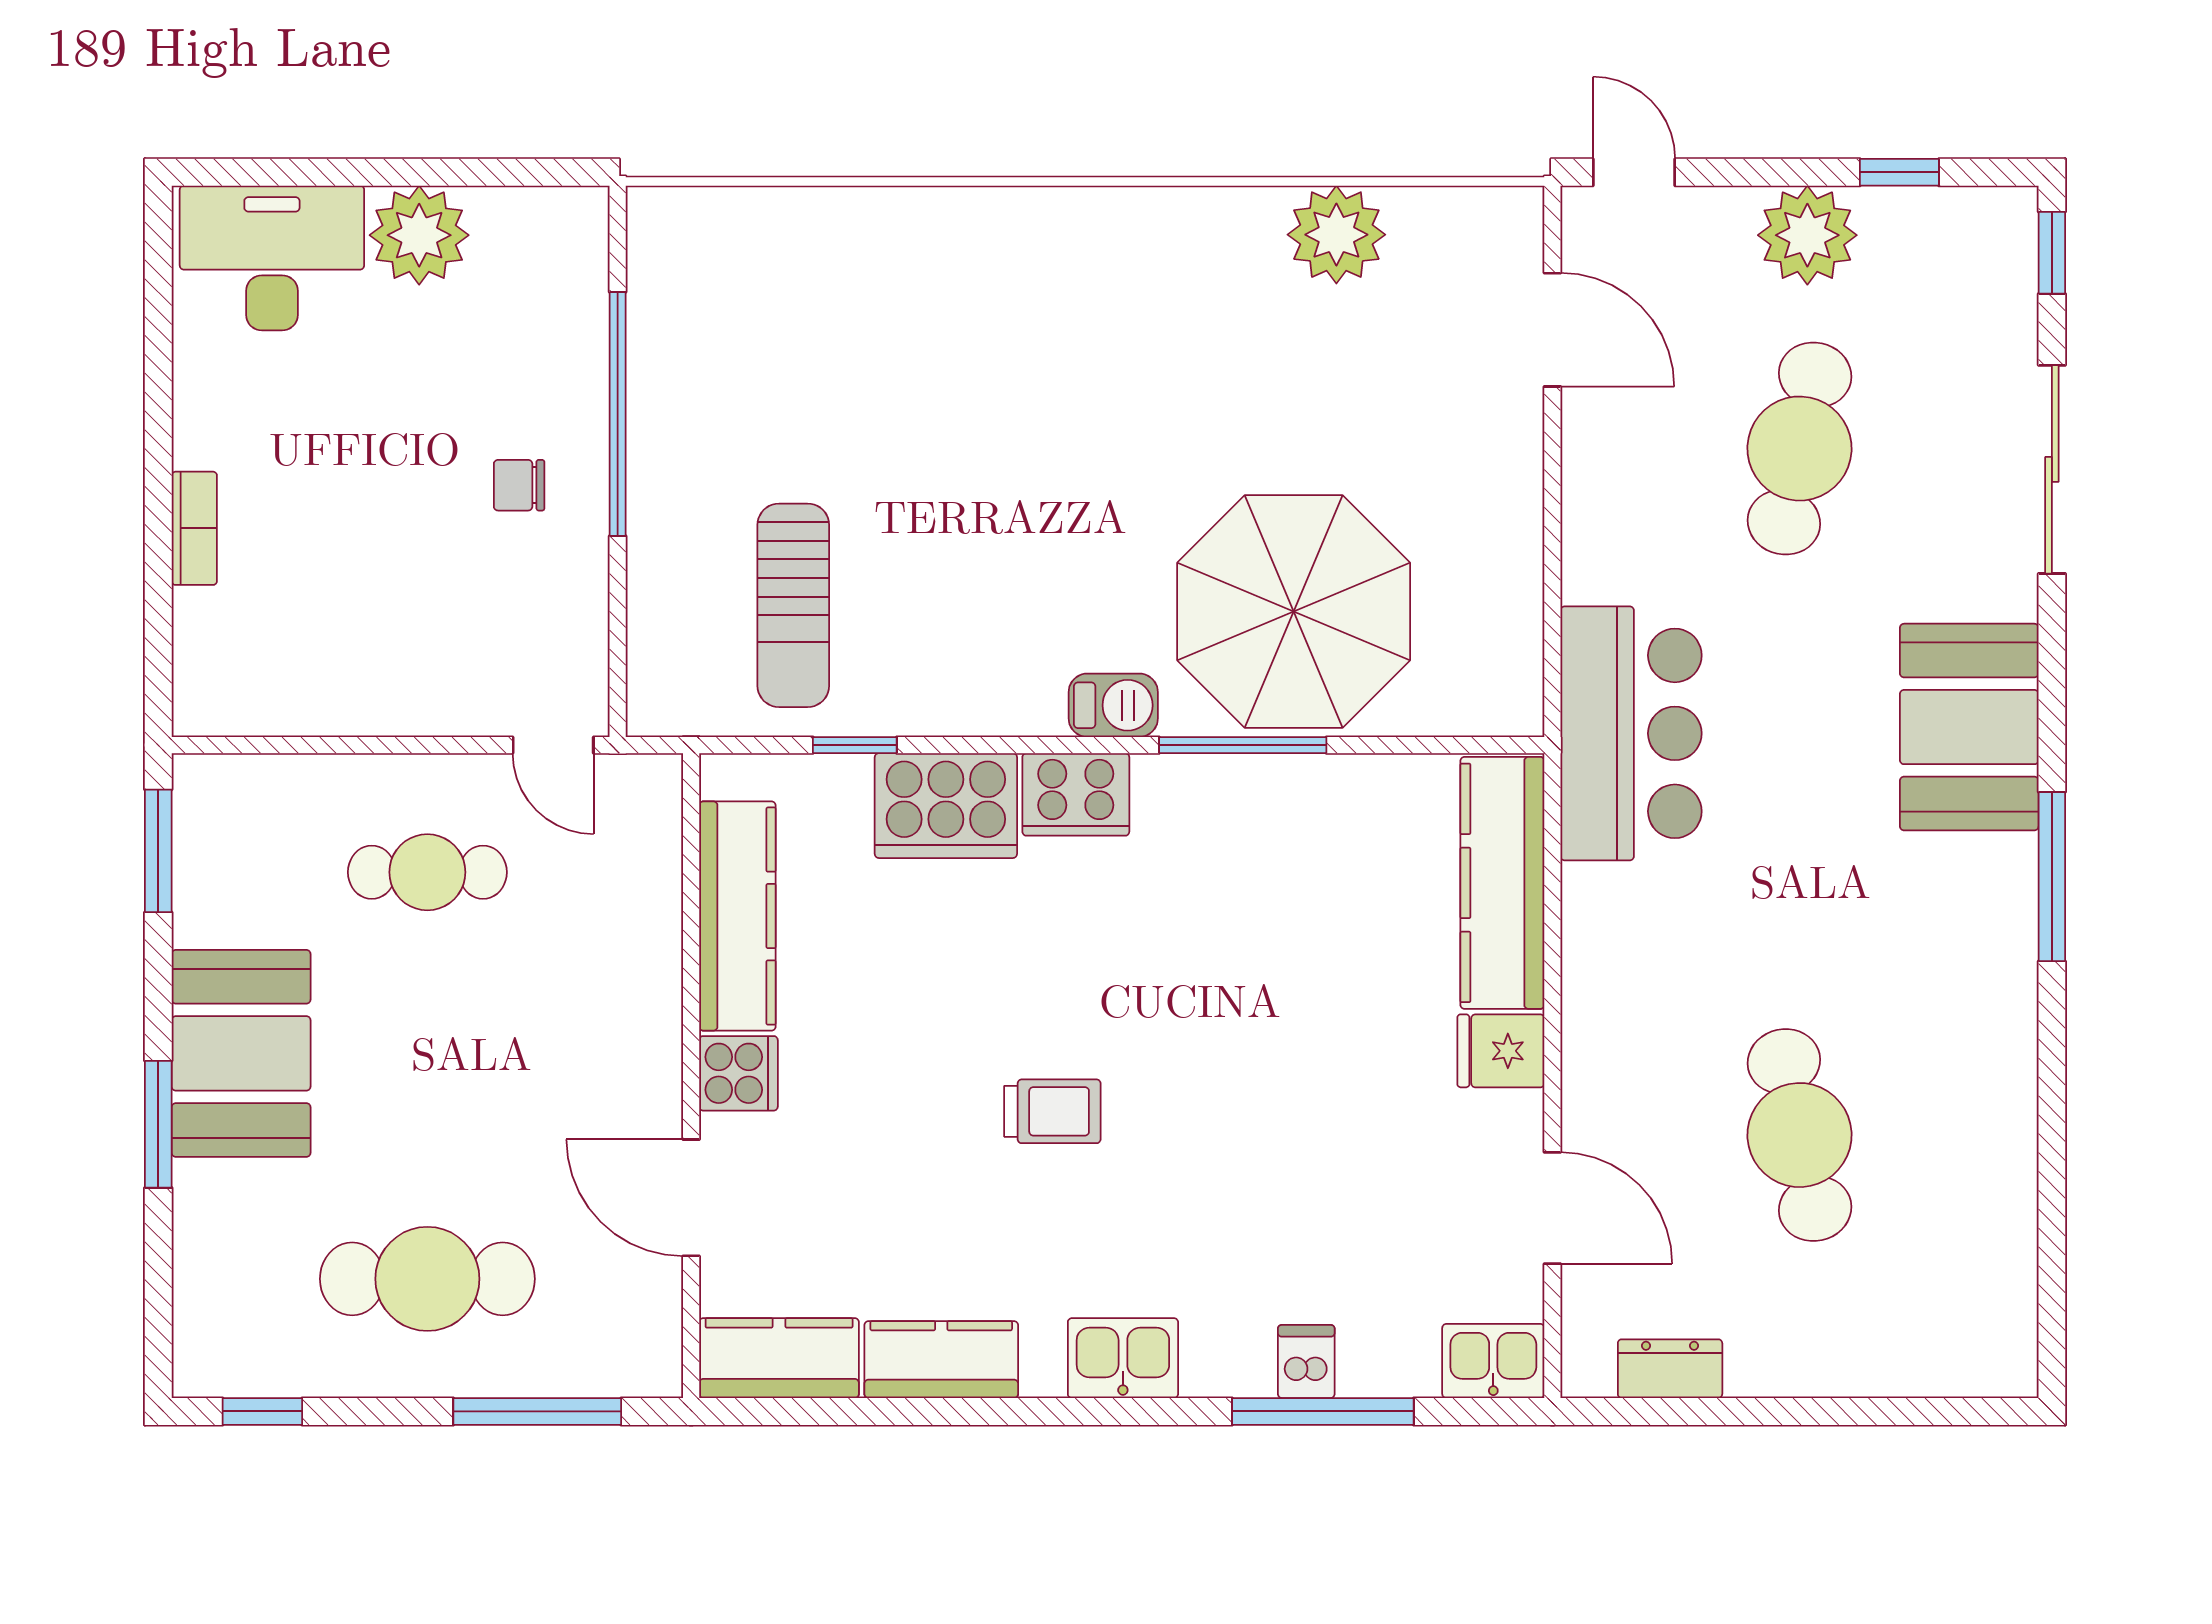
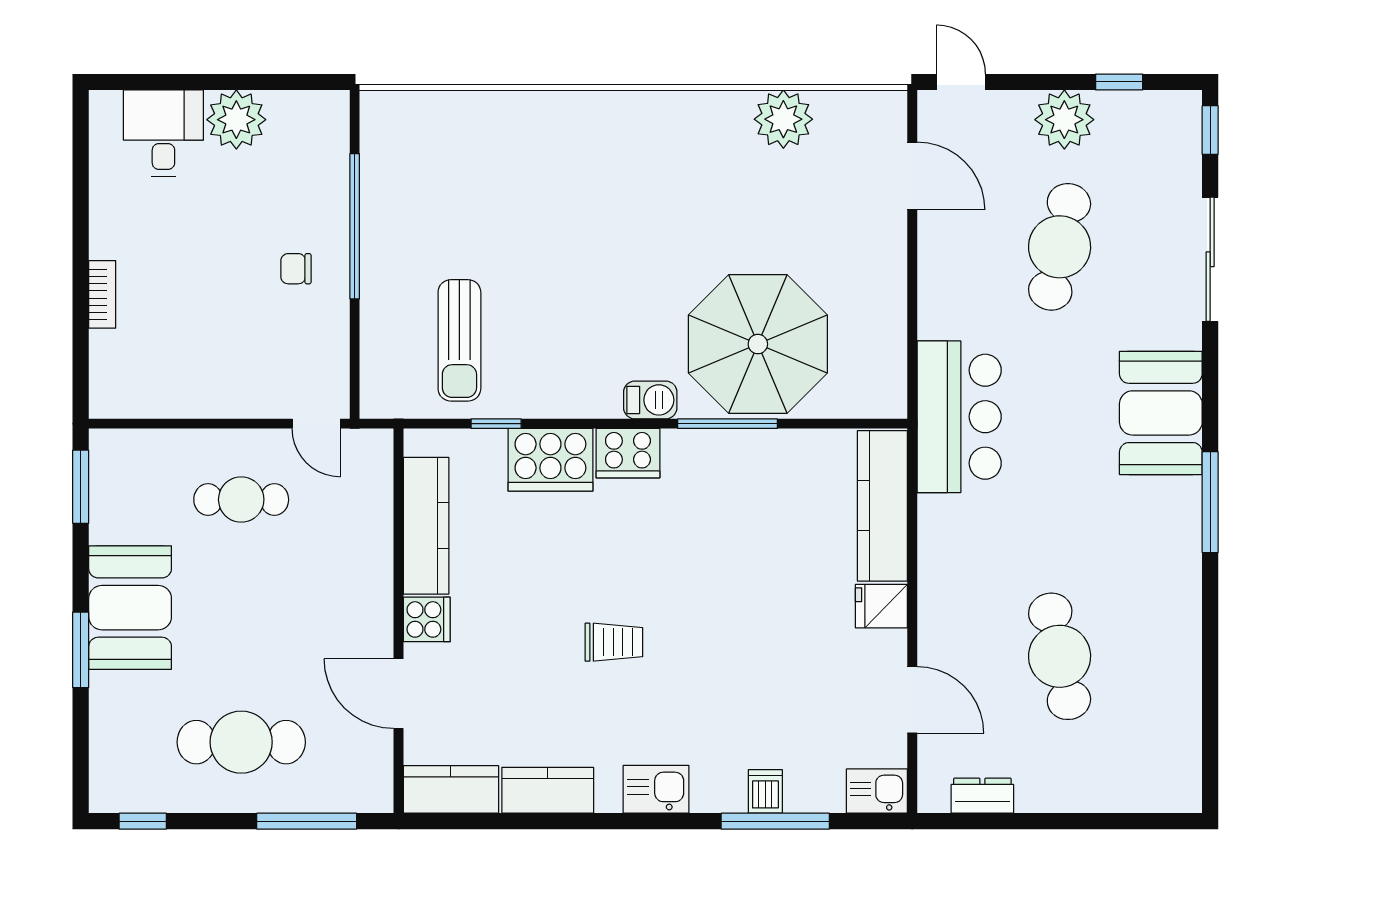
desk: (272, 258) -> (163, 133), width x0.73

